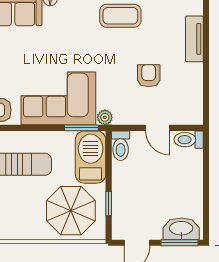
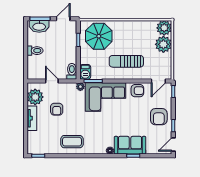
tv unit: (194, 39) -> (32, 118), moved
plant: (188, 98) -> (35, 97), added
toilet: (189, 140) -> (35, 51), moved
barbecue: (91, 157) -> (85, 72), width x0.53, depth x0.65

